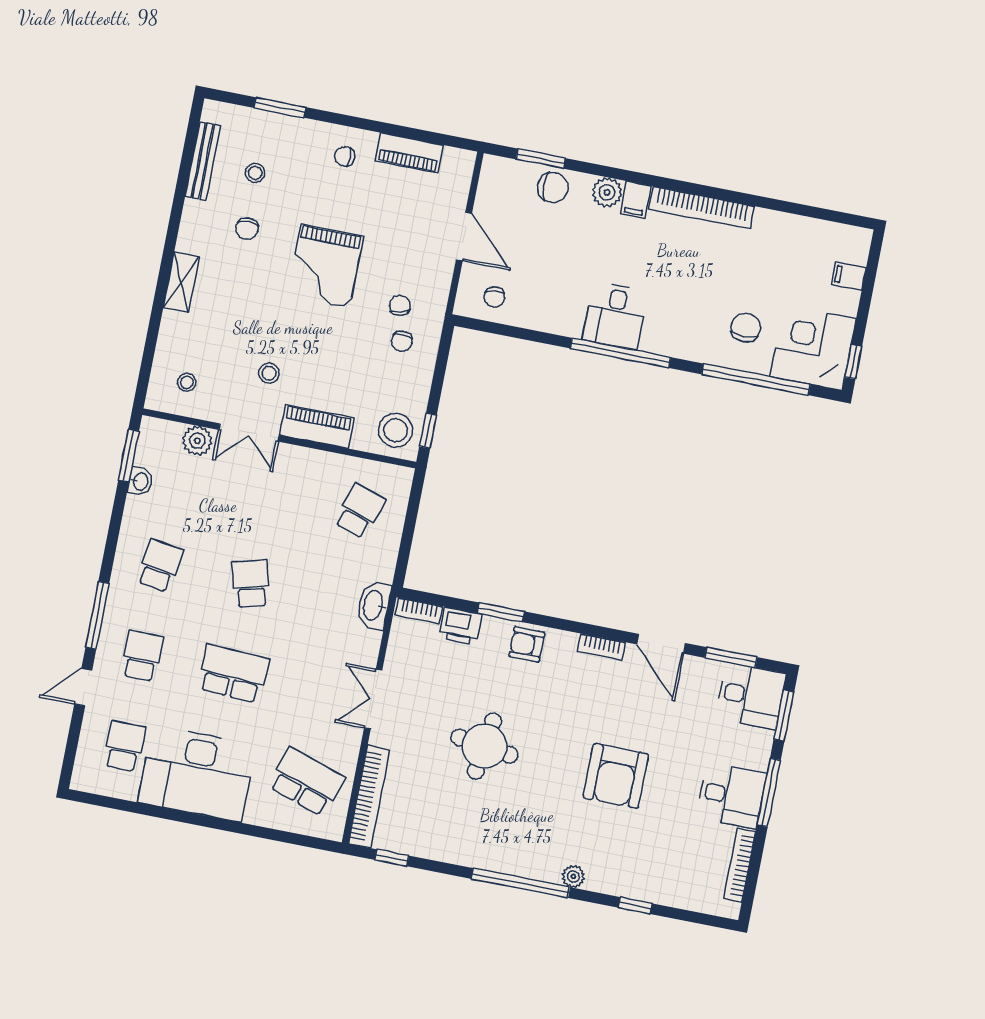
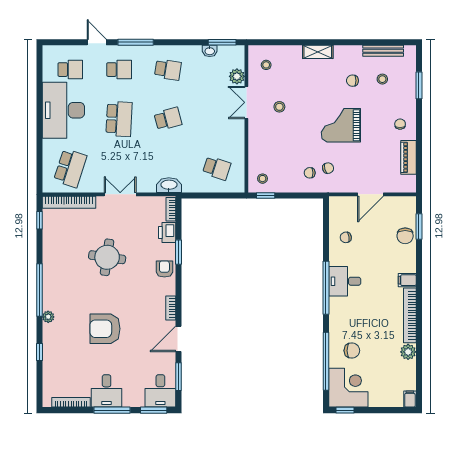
plant: (607, 192) -> (408, 352), moved
filing cabinet: (849, 276) -> (410, 399), moved
chair: (494, 297) -> (346, 237), moved
piano: (317, 427) -> (256, 137), removed
stool: (396, 430) -> (263, 179), width x0.53, depth x0.53

